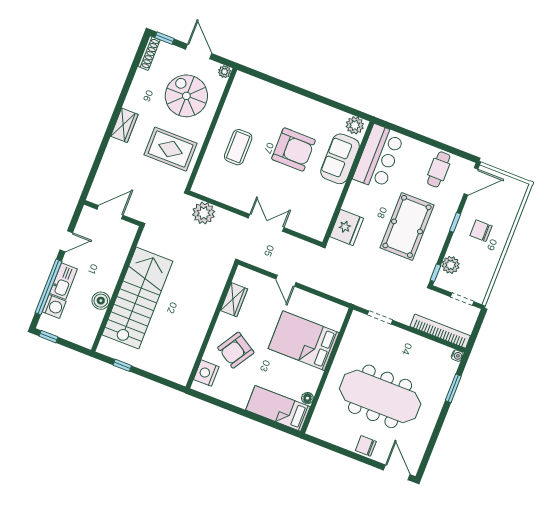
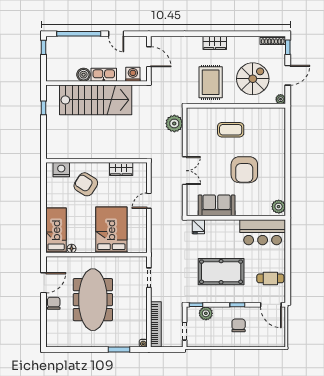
sofa: (340, 159) -> (217, 205), moved
fridge: (347, 227) -> (198, 227), width x0.53, depth x0.75
kitchen sink: (63, 281) -> (104, 75), moved, turned 180
washing machine: (54, 307) -> (133, 74), moved, turned 180
door: (397, 472) -> (43, 283), moved

